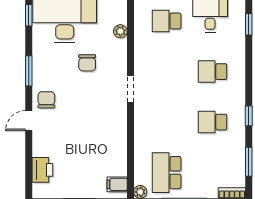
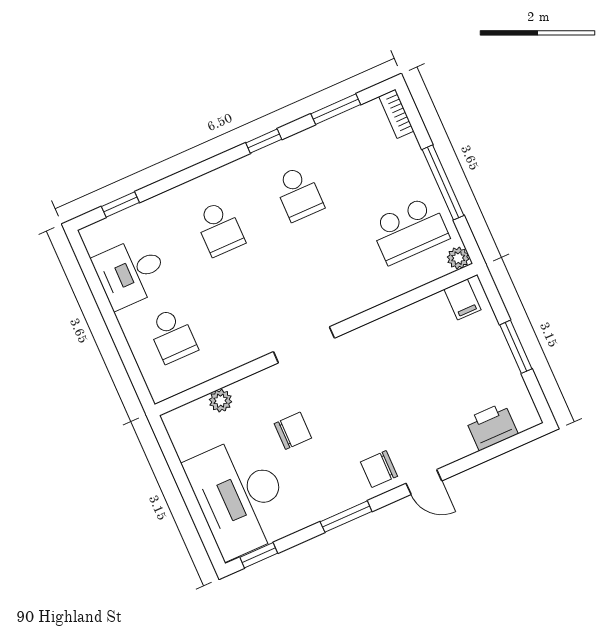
doorway: (130, 89) -> (304, 345), width x1.38

